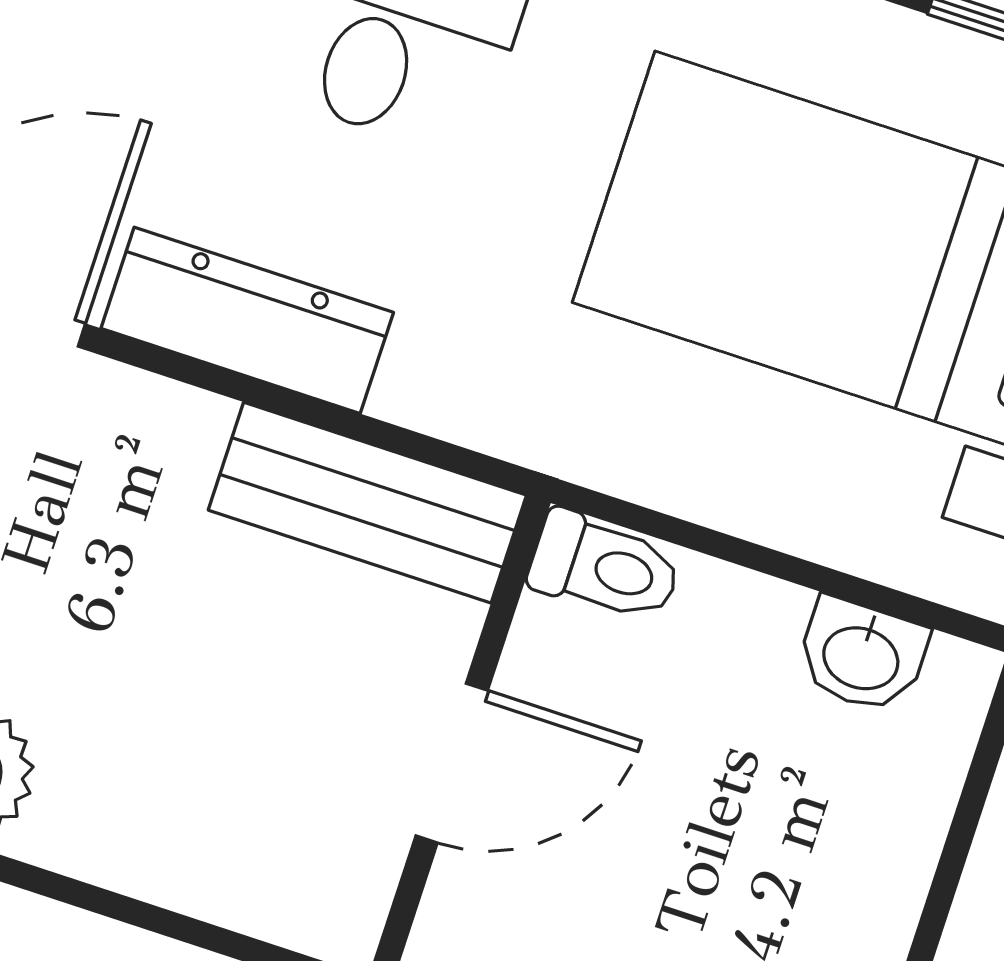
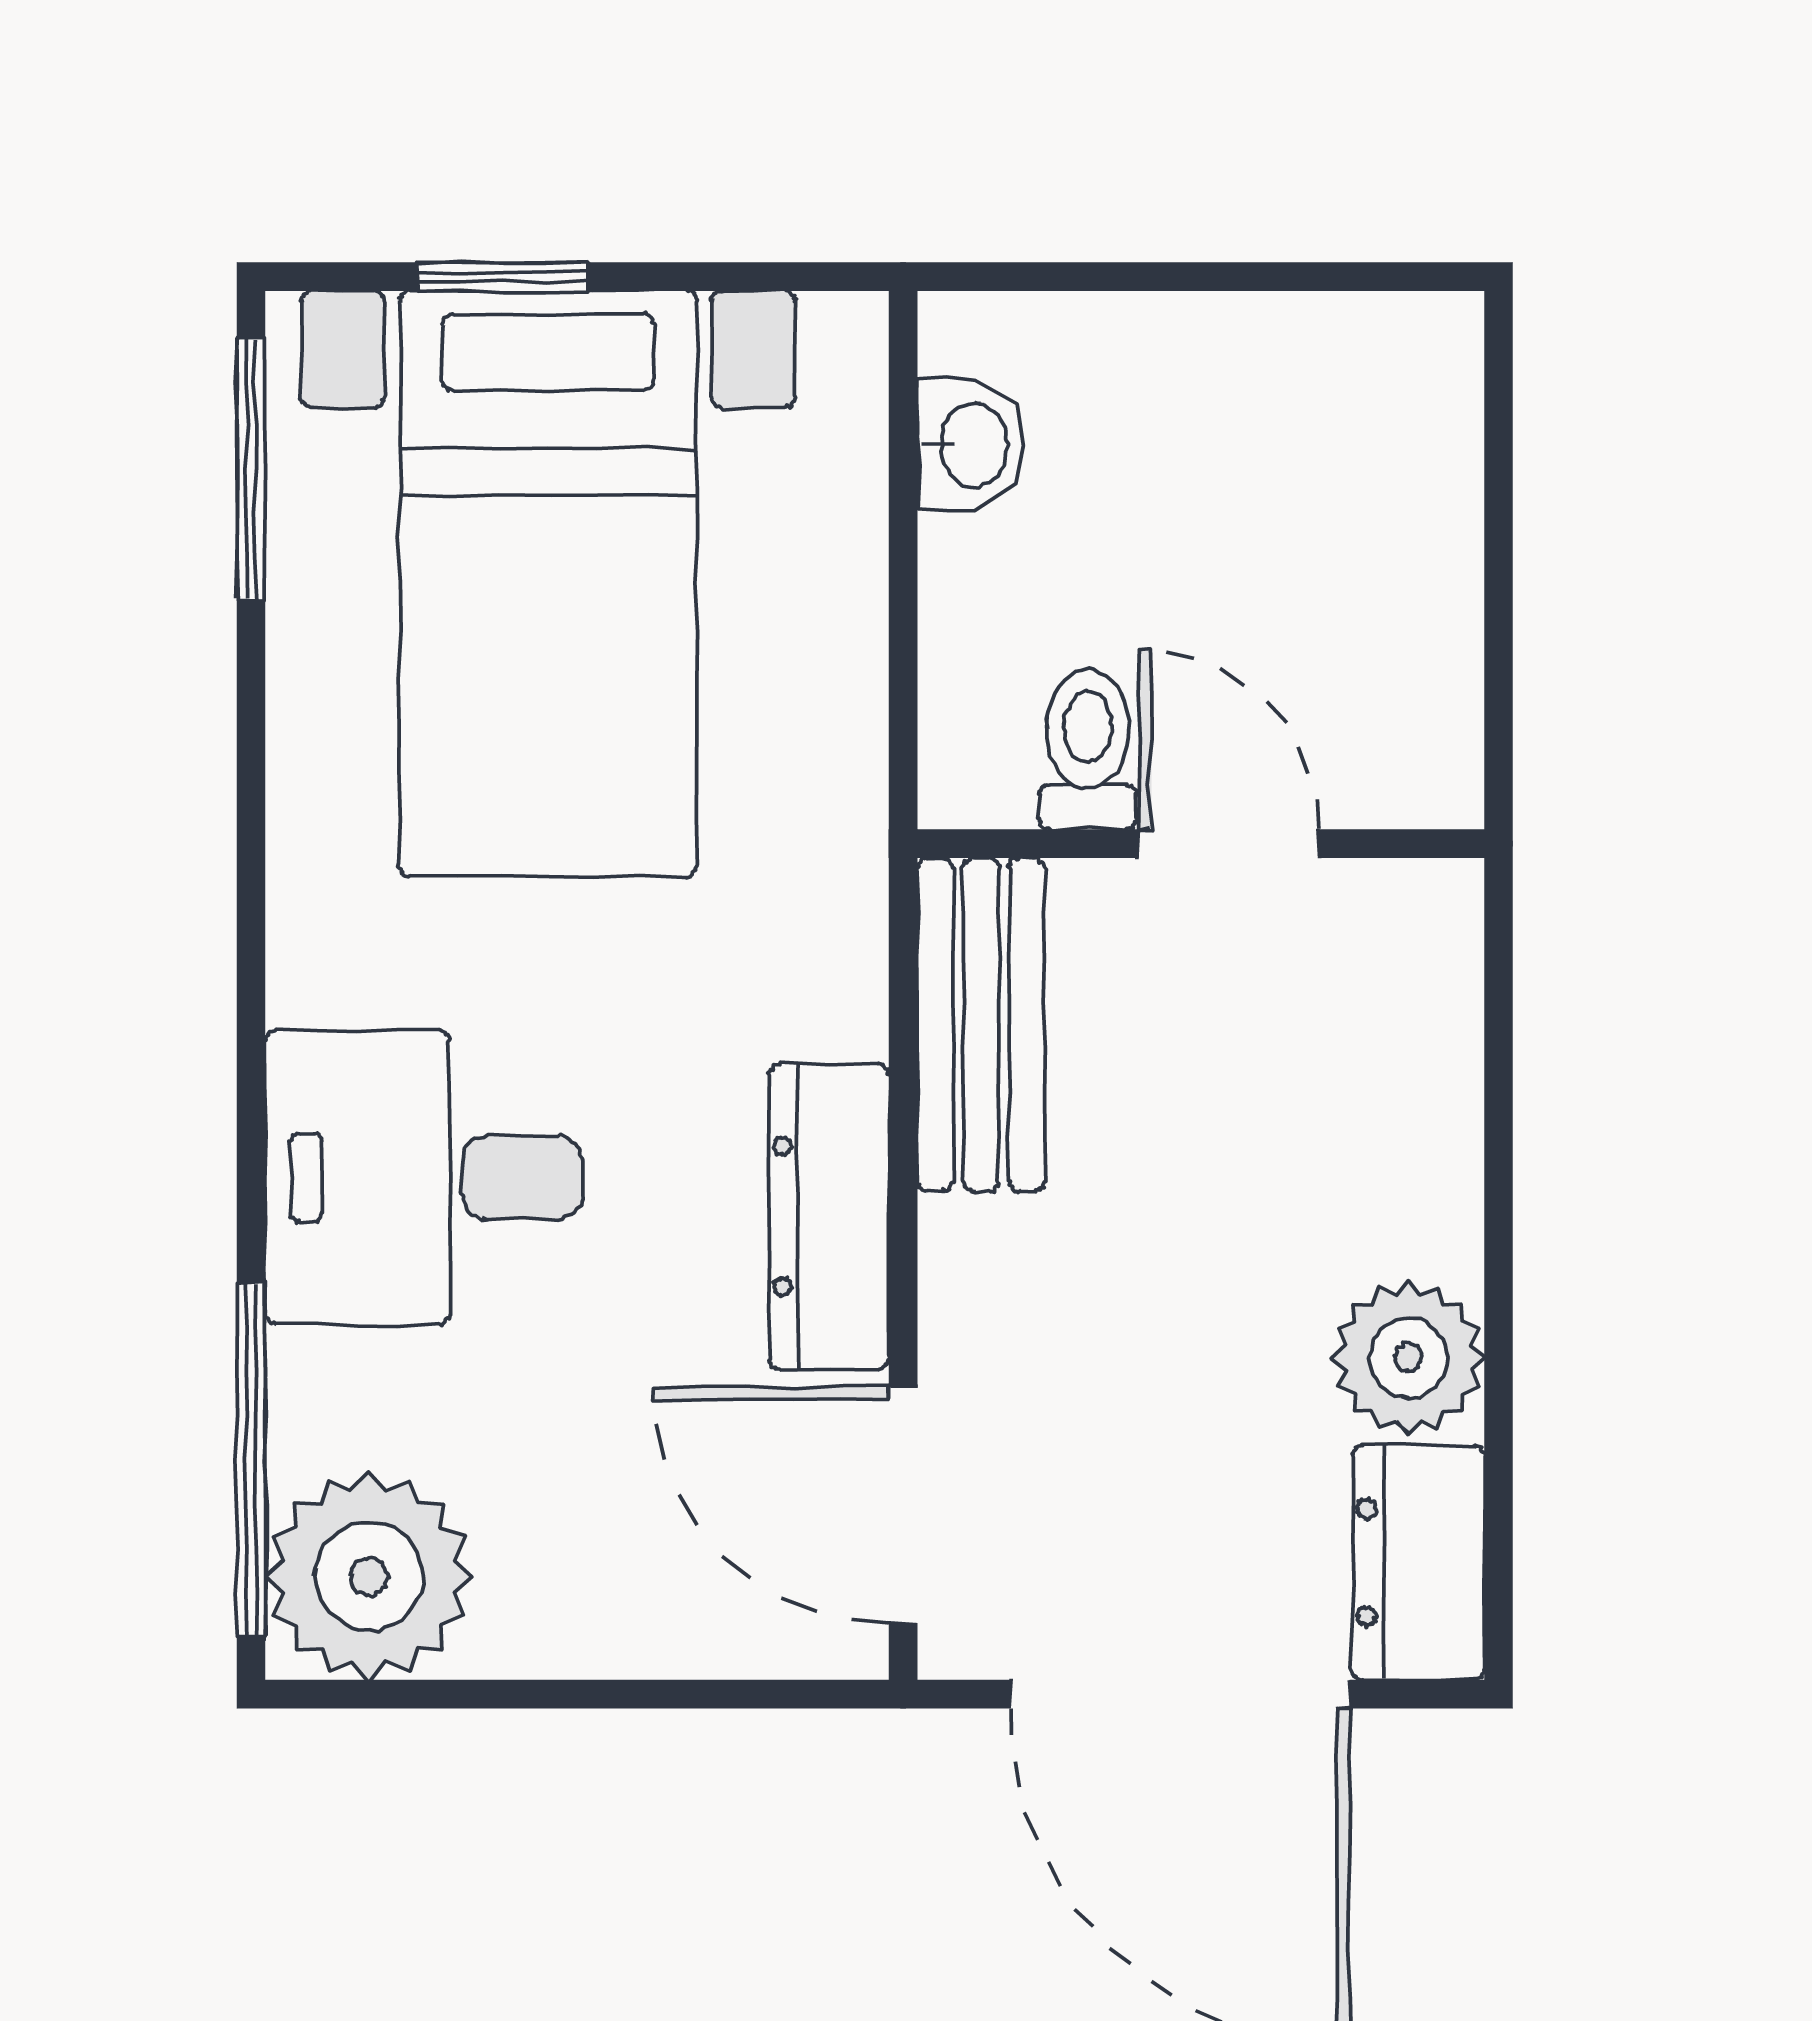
toilet: (605, 567) -> (1088, 749), moved

